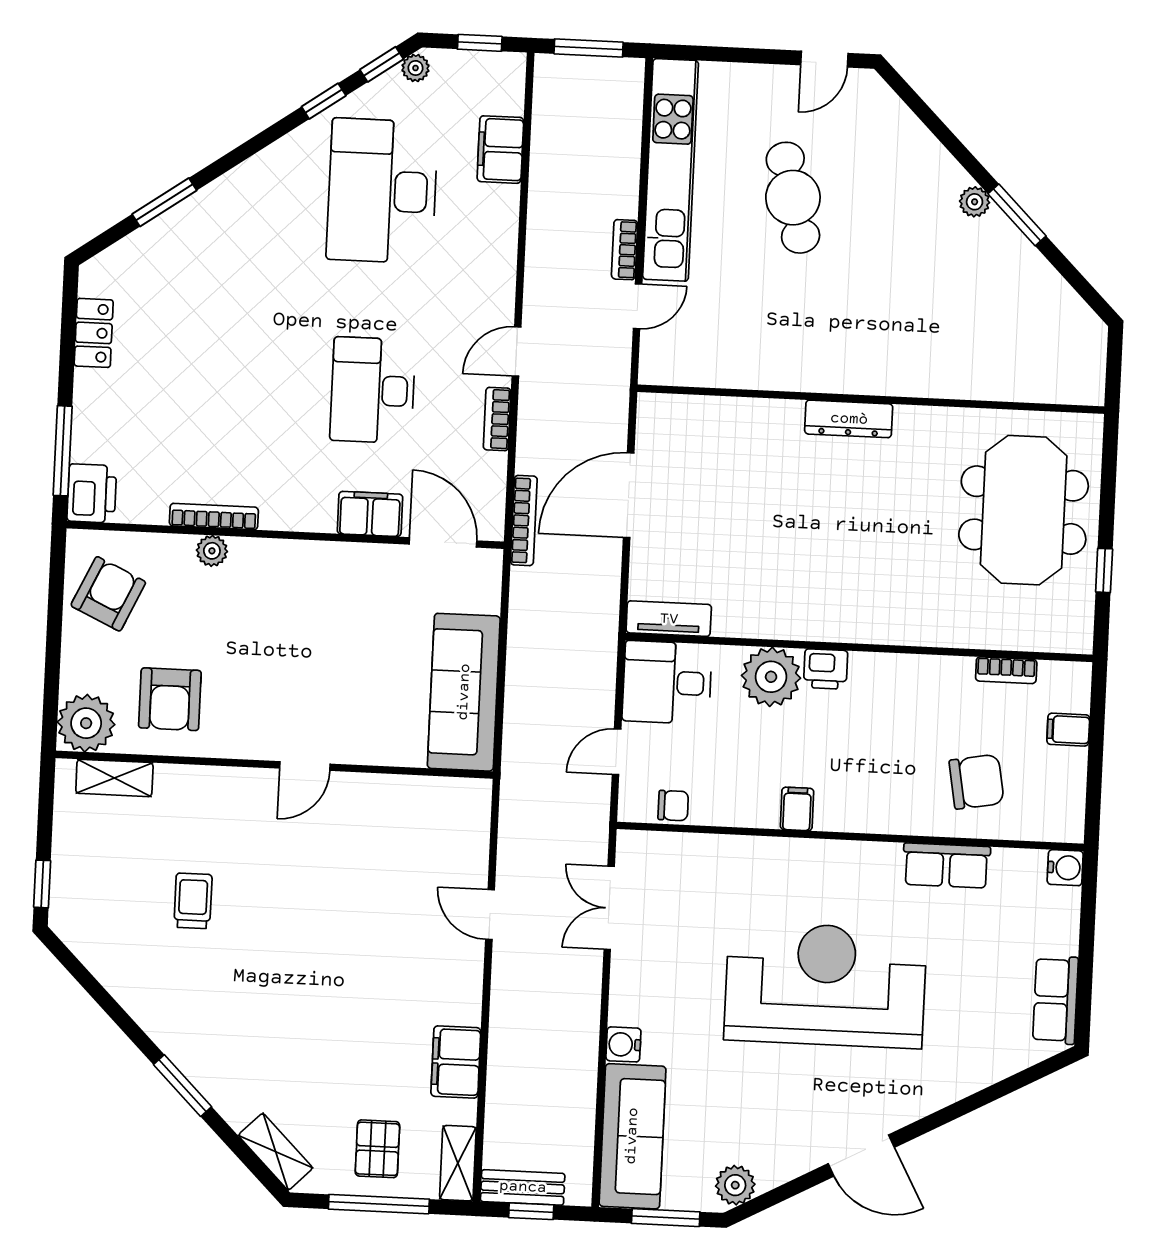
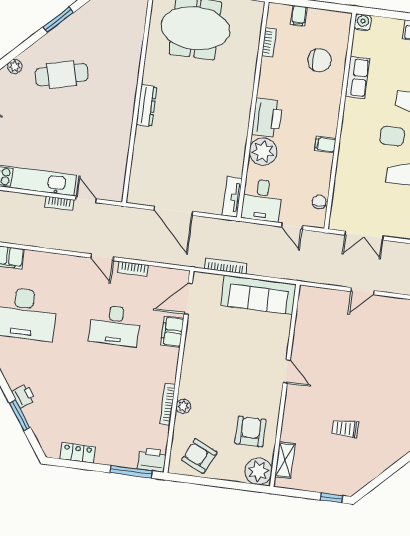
cafe table: (793, 198) -> (62, 75), moved
plant: (975, 202) -> (15, 66), moved
printer: (206, 207) -> (24, 396), added
bookcase: (524, 521) -> (226, 266), moved
printer: (826, 669) -> (267, 118), width x1.87, depth x1.48
armchair: (170, 699) -> (251, 431), turned -90
chair: (977, 782) -> (320, 60), turned 99

